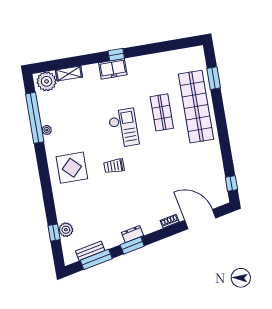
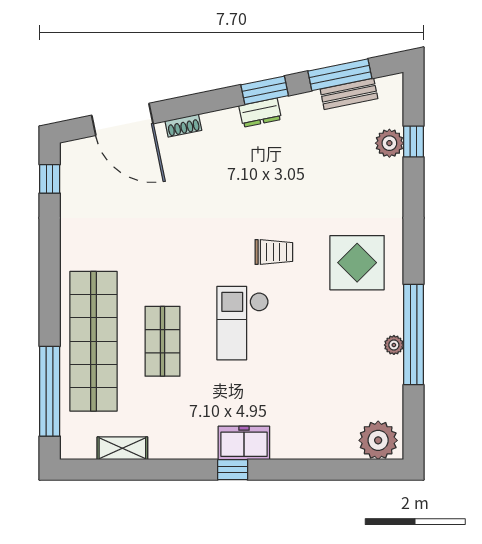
shelving: (69, 73) -> (122, 448), moved
window: (214, 78) -> (50, 391), width x2.11
window: (35, 118) -> (413, 334), moved

